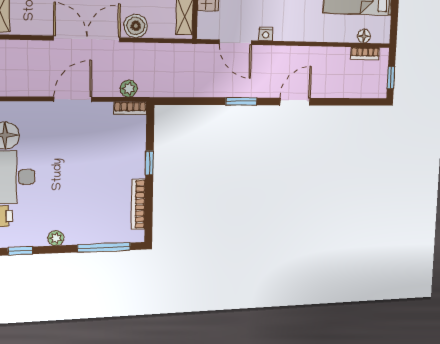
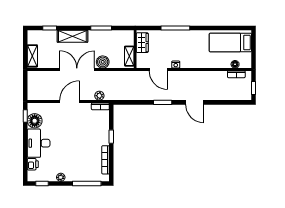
door: (295, 102) -> (195, 102), swing flipped

